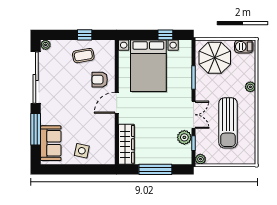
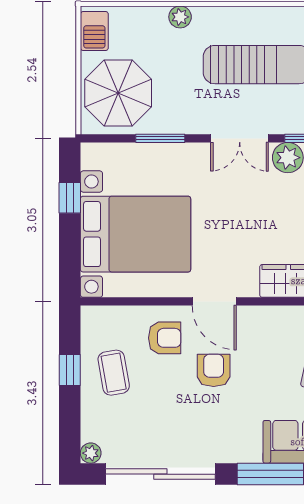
armchair: (100, 80) -> (165, 338), turned -90
armchair: (84, 103) -> (214, 370), added
double door: (193, 115) -> (240, 138), swing flipped

